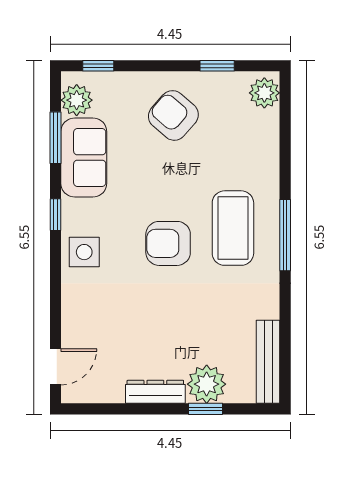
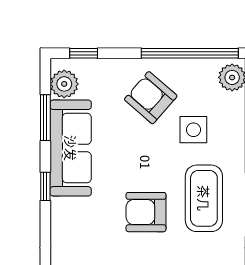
window: (217, 66) -> (190, 53), width x3.17
sofa: (84, 158) -> (71, 148), width x1.36
side table: (84, 252) -> (193, 130), moved

